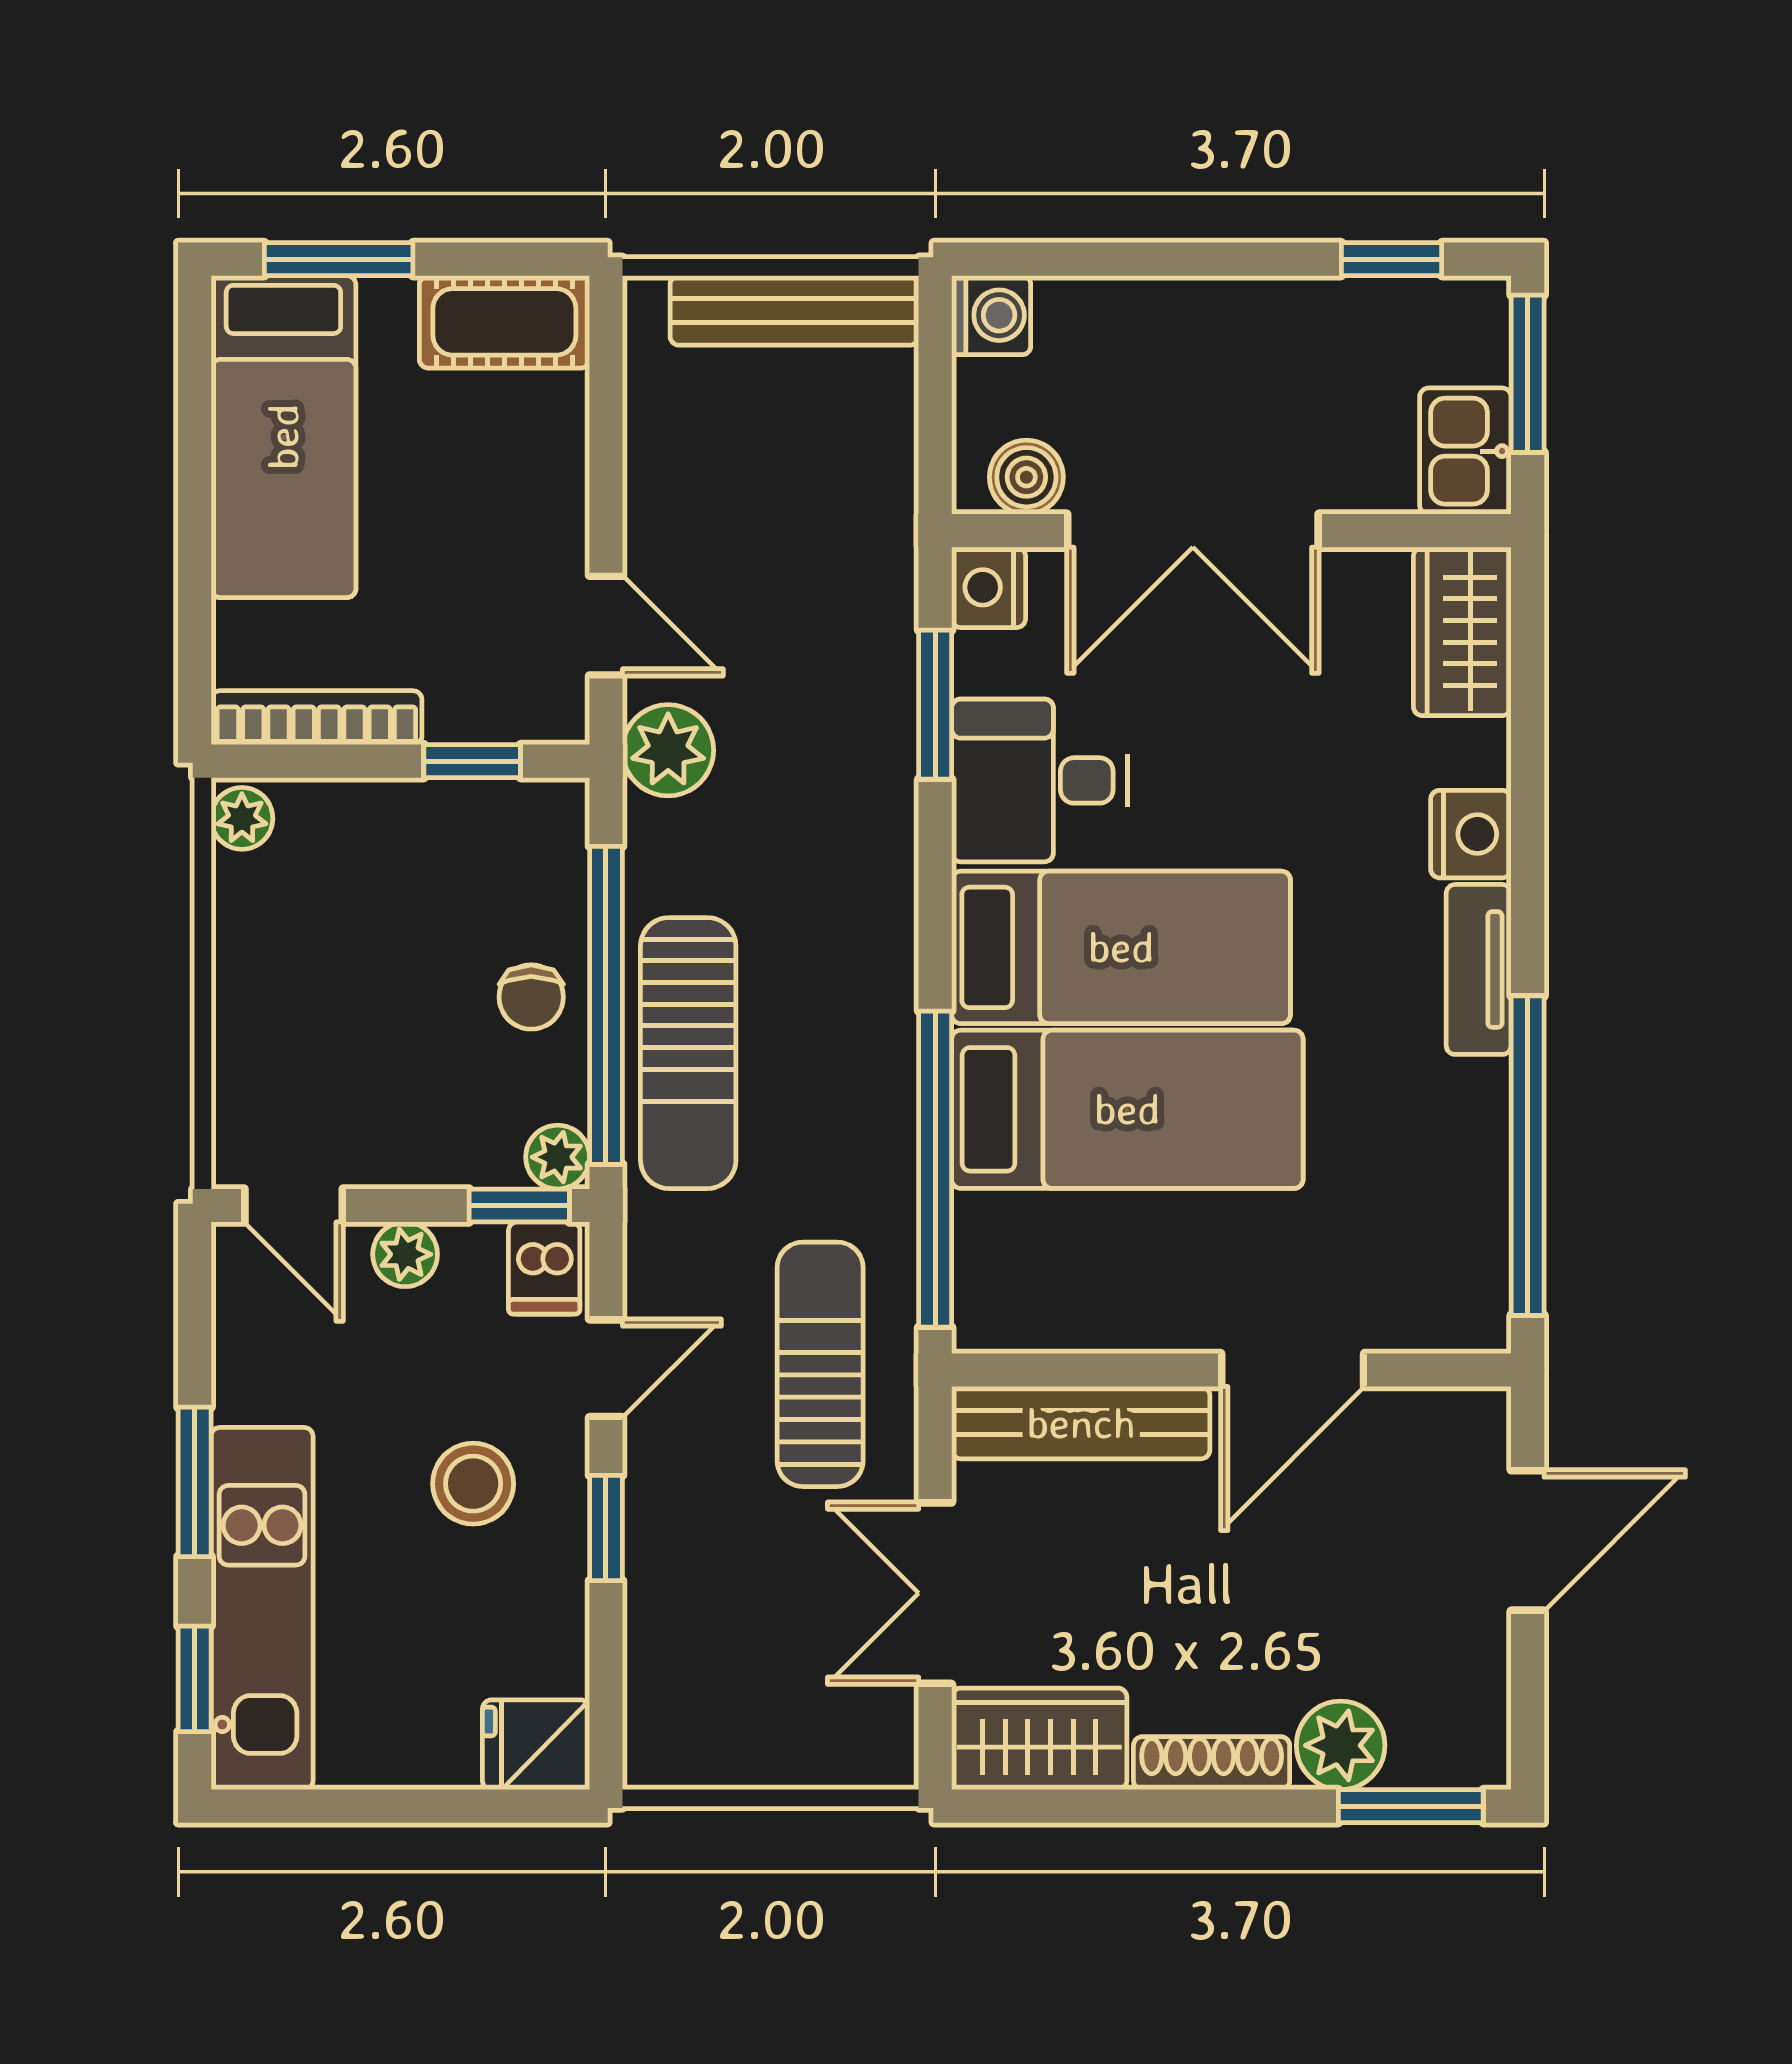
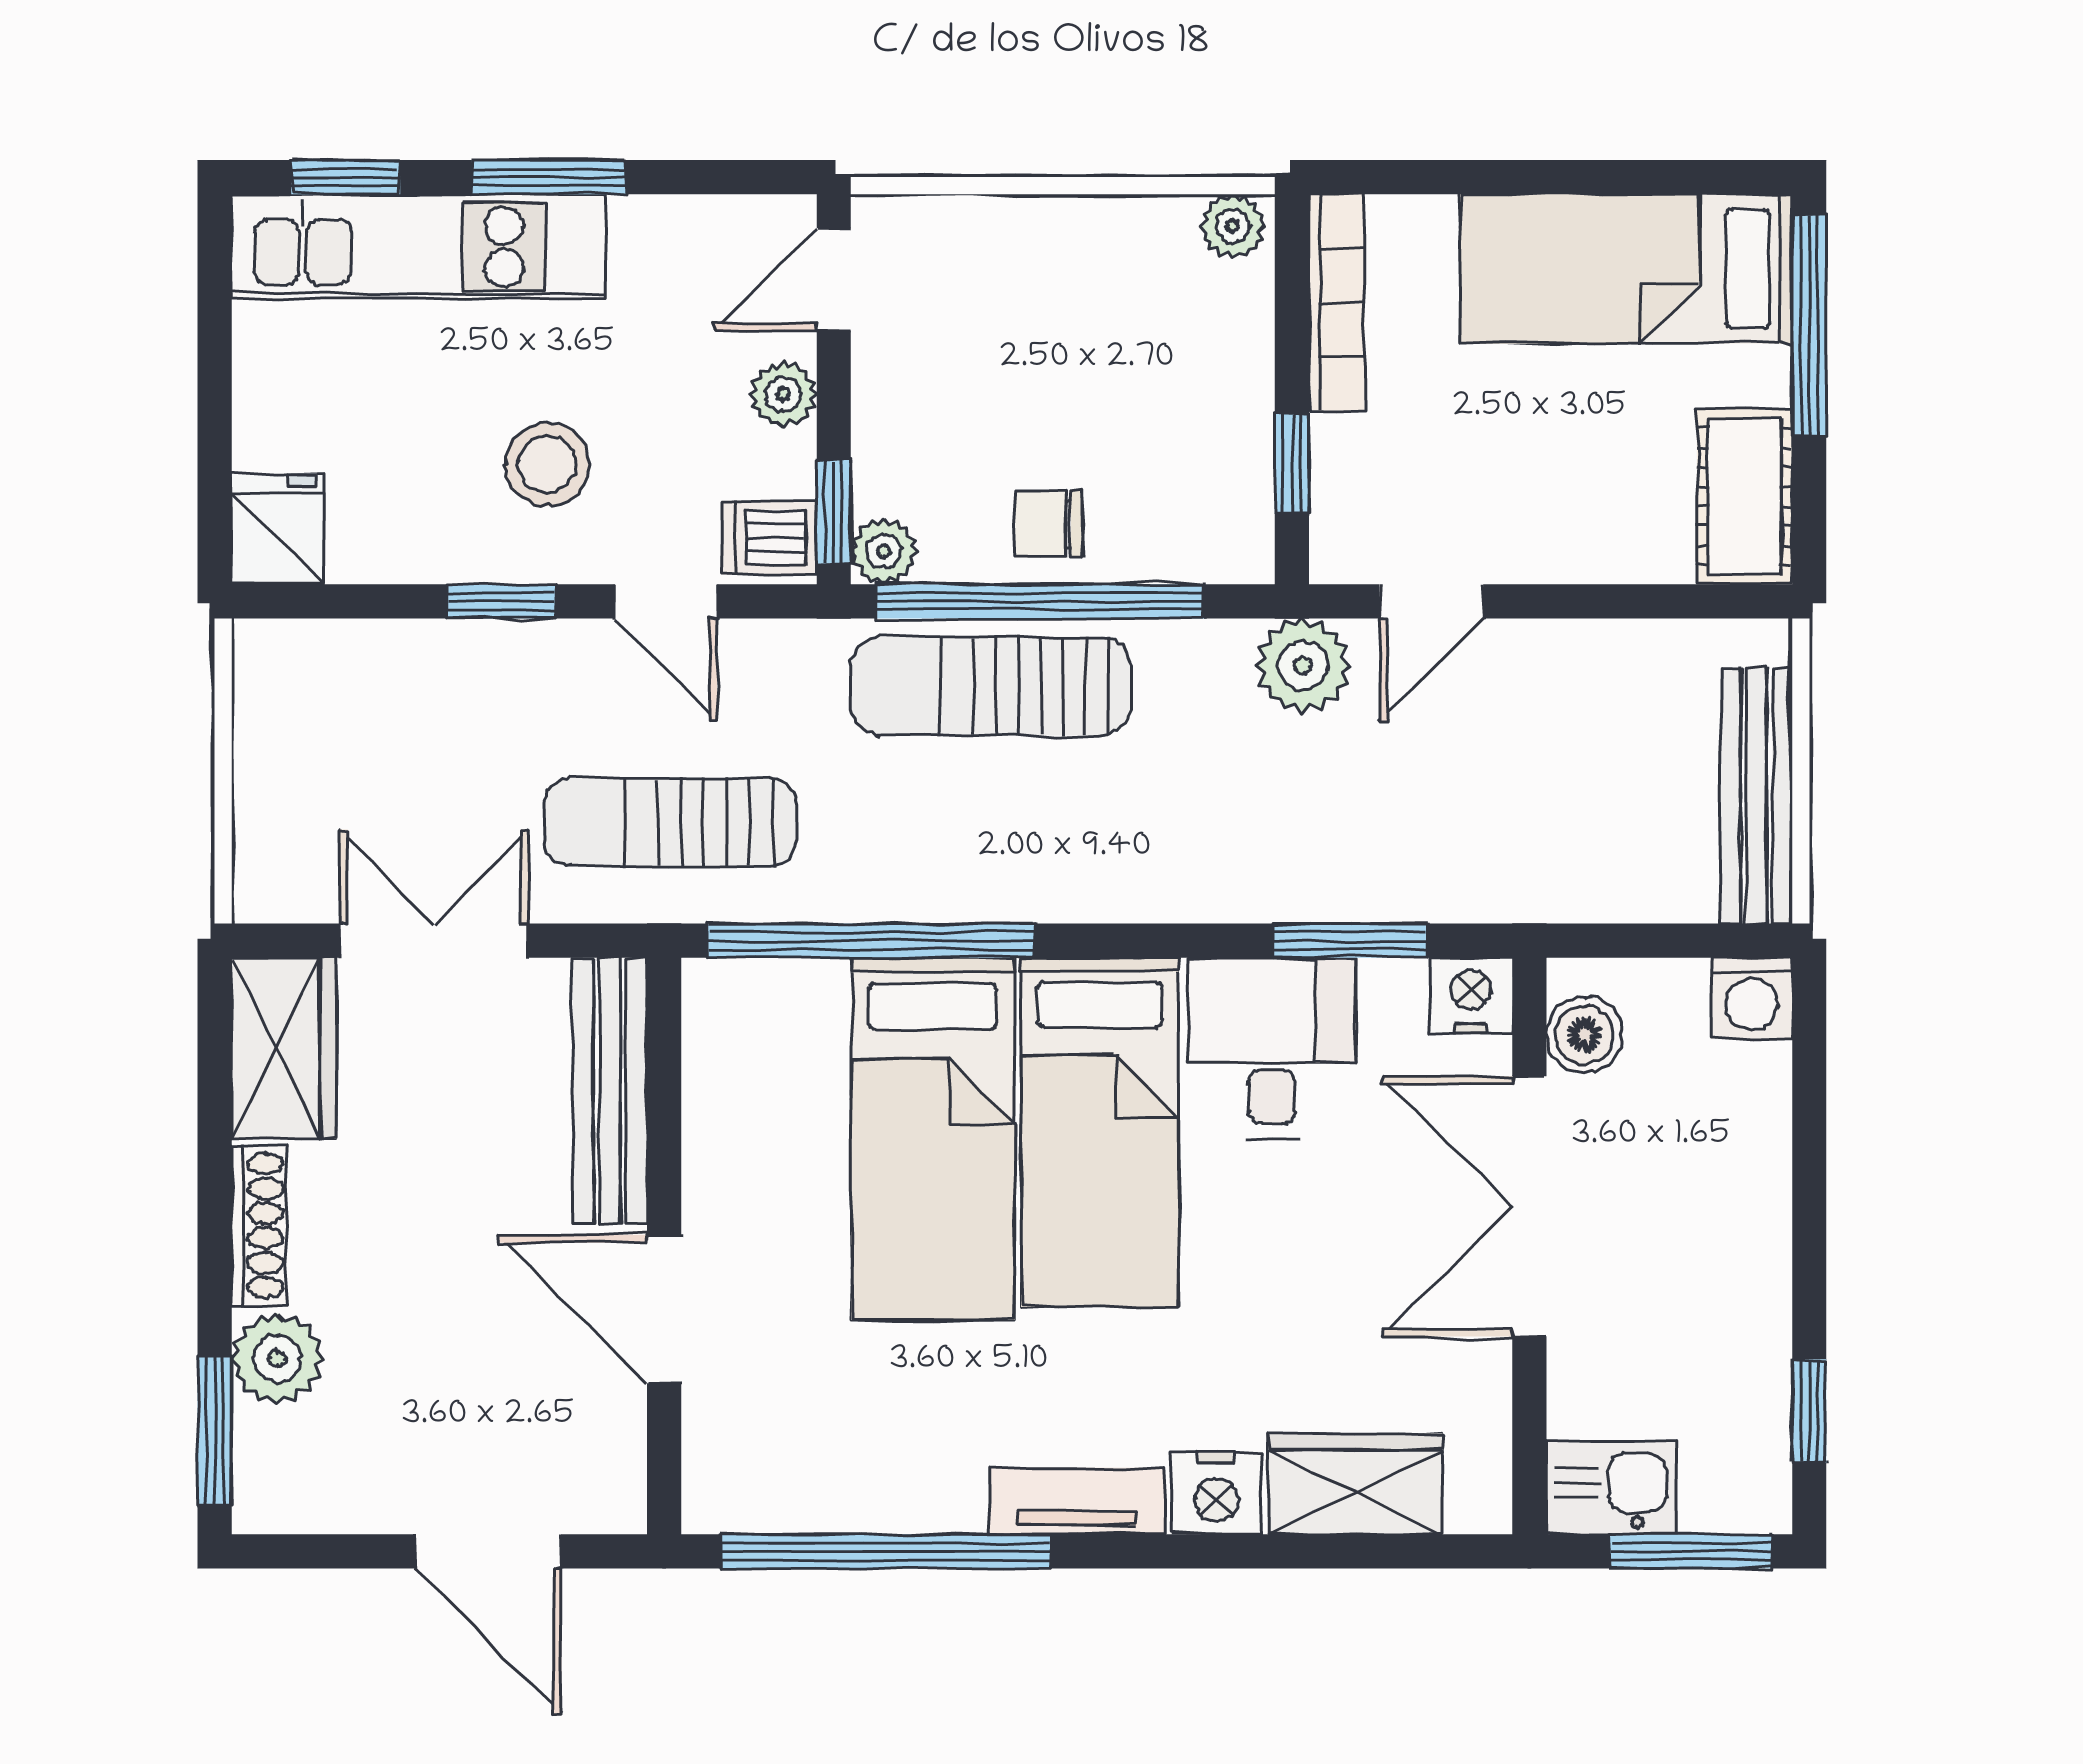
window: (339, 259) -> (1809, 326), width x1.44
wardrobe: (1462, 631) -> (1355, 1484), moved
sun lounger: (820, 1364) -> (670, 822), turned 180

